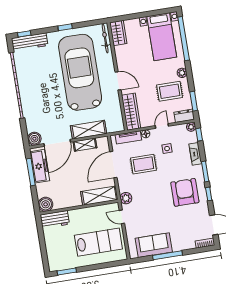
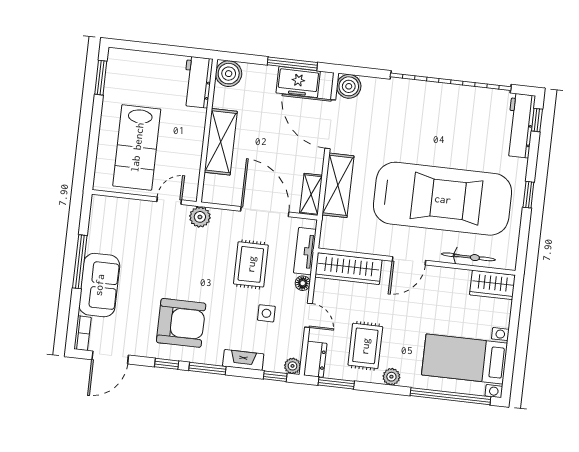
bicycle: (105, 38) -> (468, 257), moved
shelving: (85, 145) -> (311, 194), moved
freezer: (40, 166) -> (298, 82), width x0.71
shelving: (99, 196) -> (221, 142), moved
sofa: (154, 245) -> (99, 285), moved

